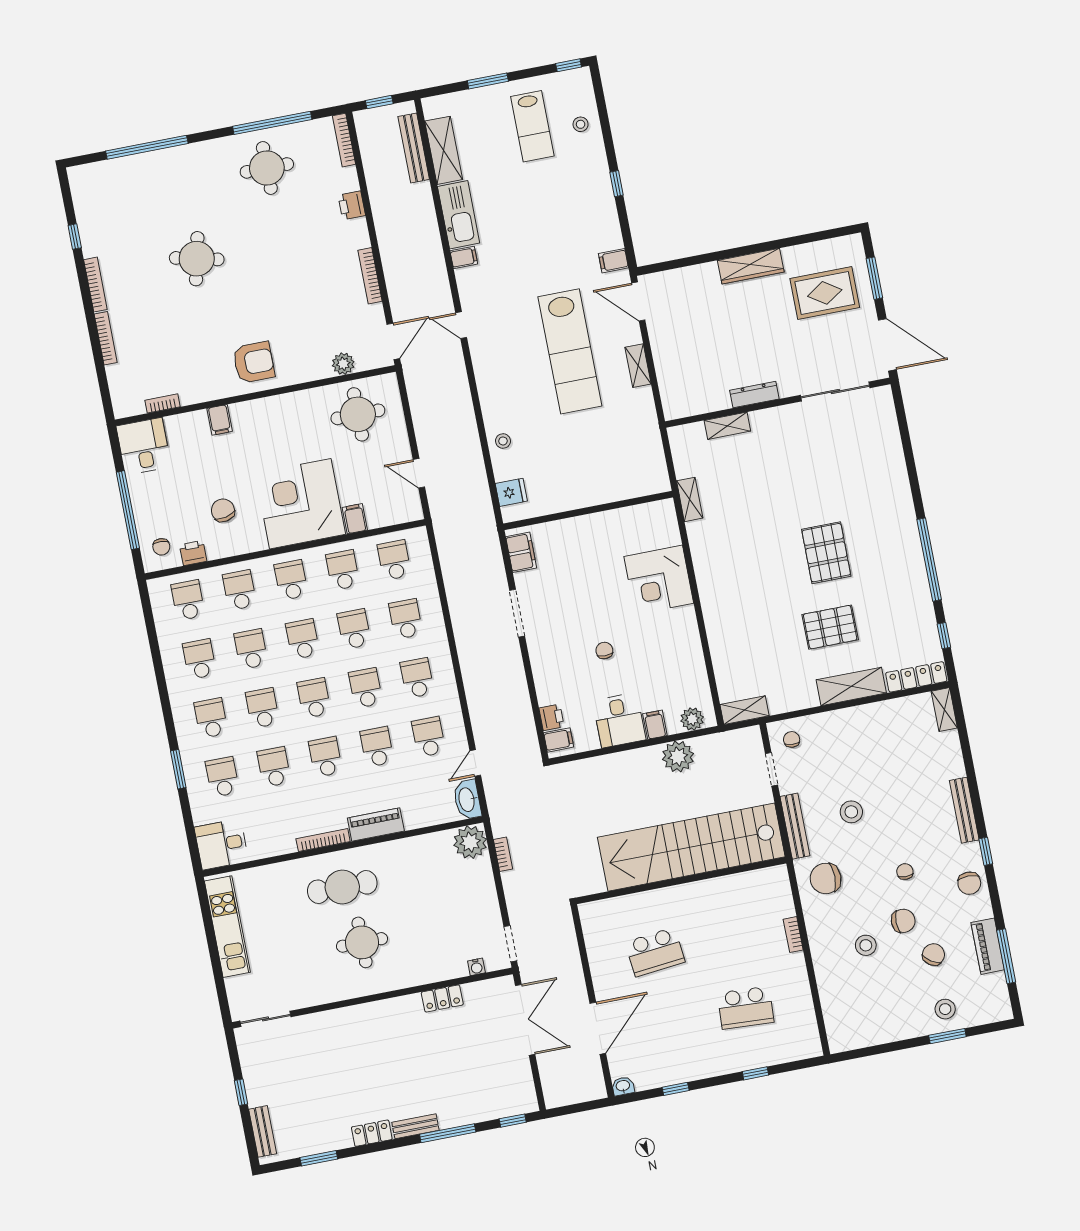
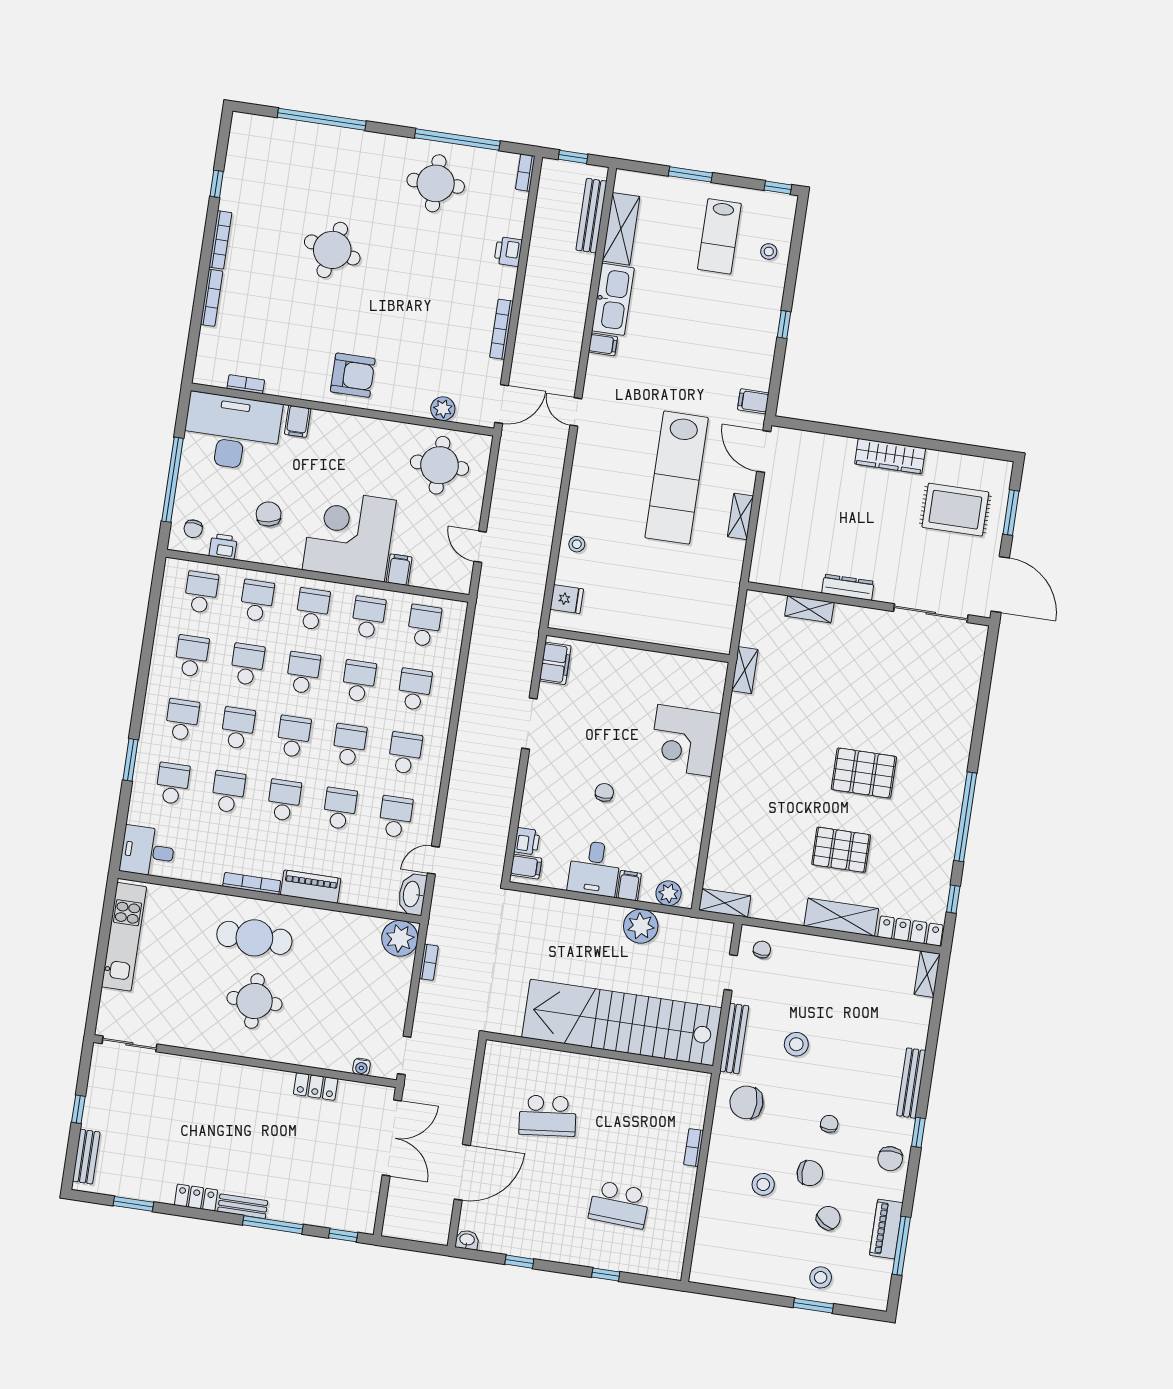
bookcase: (344, 140) -> (525, 173), width x0.64
desk: (144, 446) -> (232, 432), width x1.87, depth x1.30
pallet: (826, 553) -> (864, 773), turned 90

